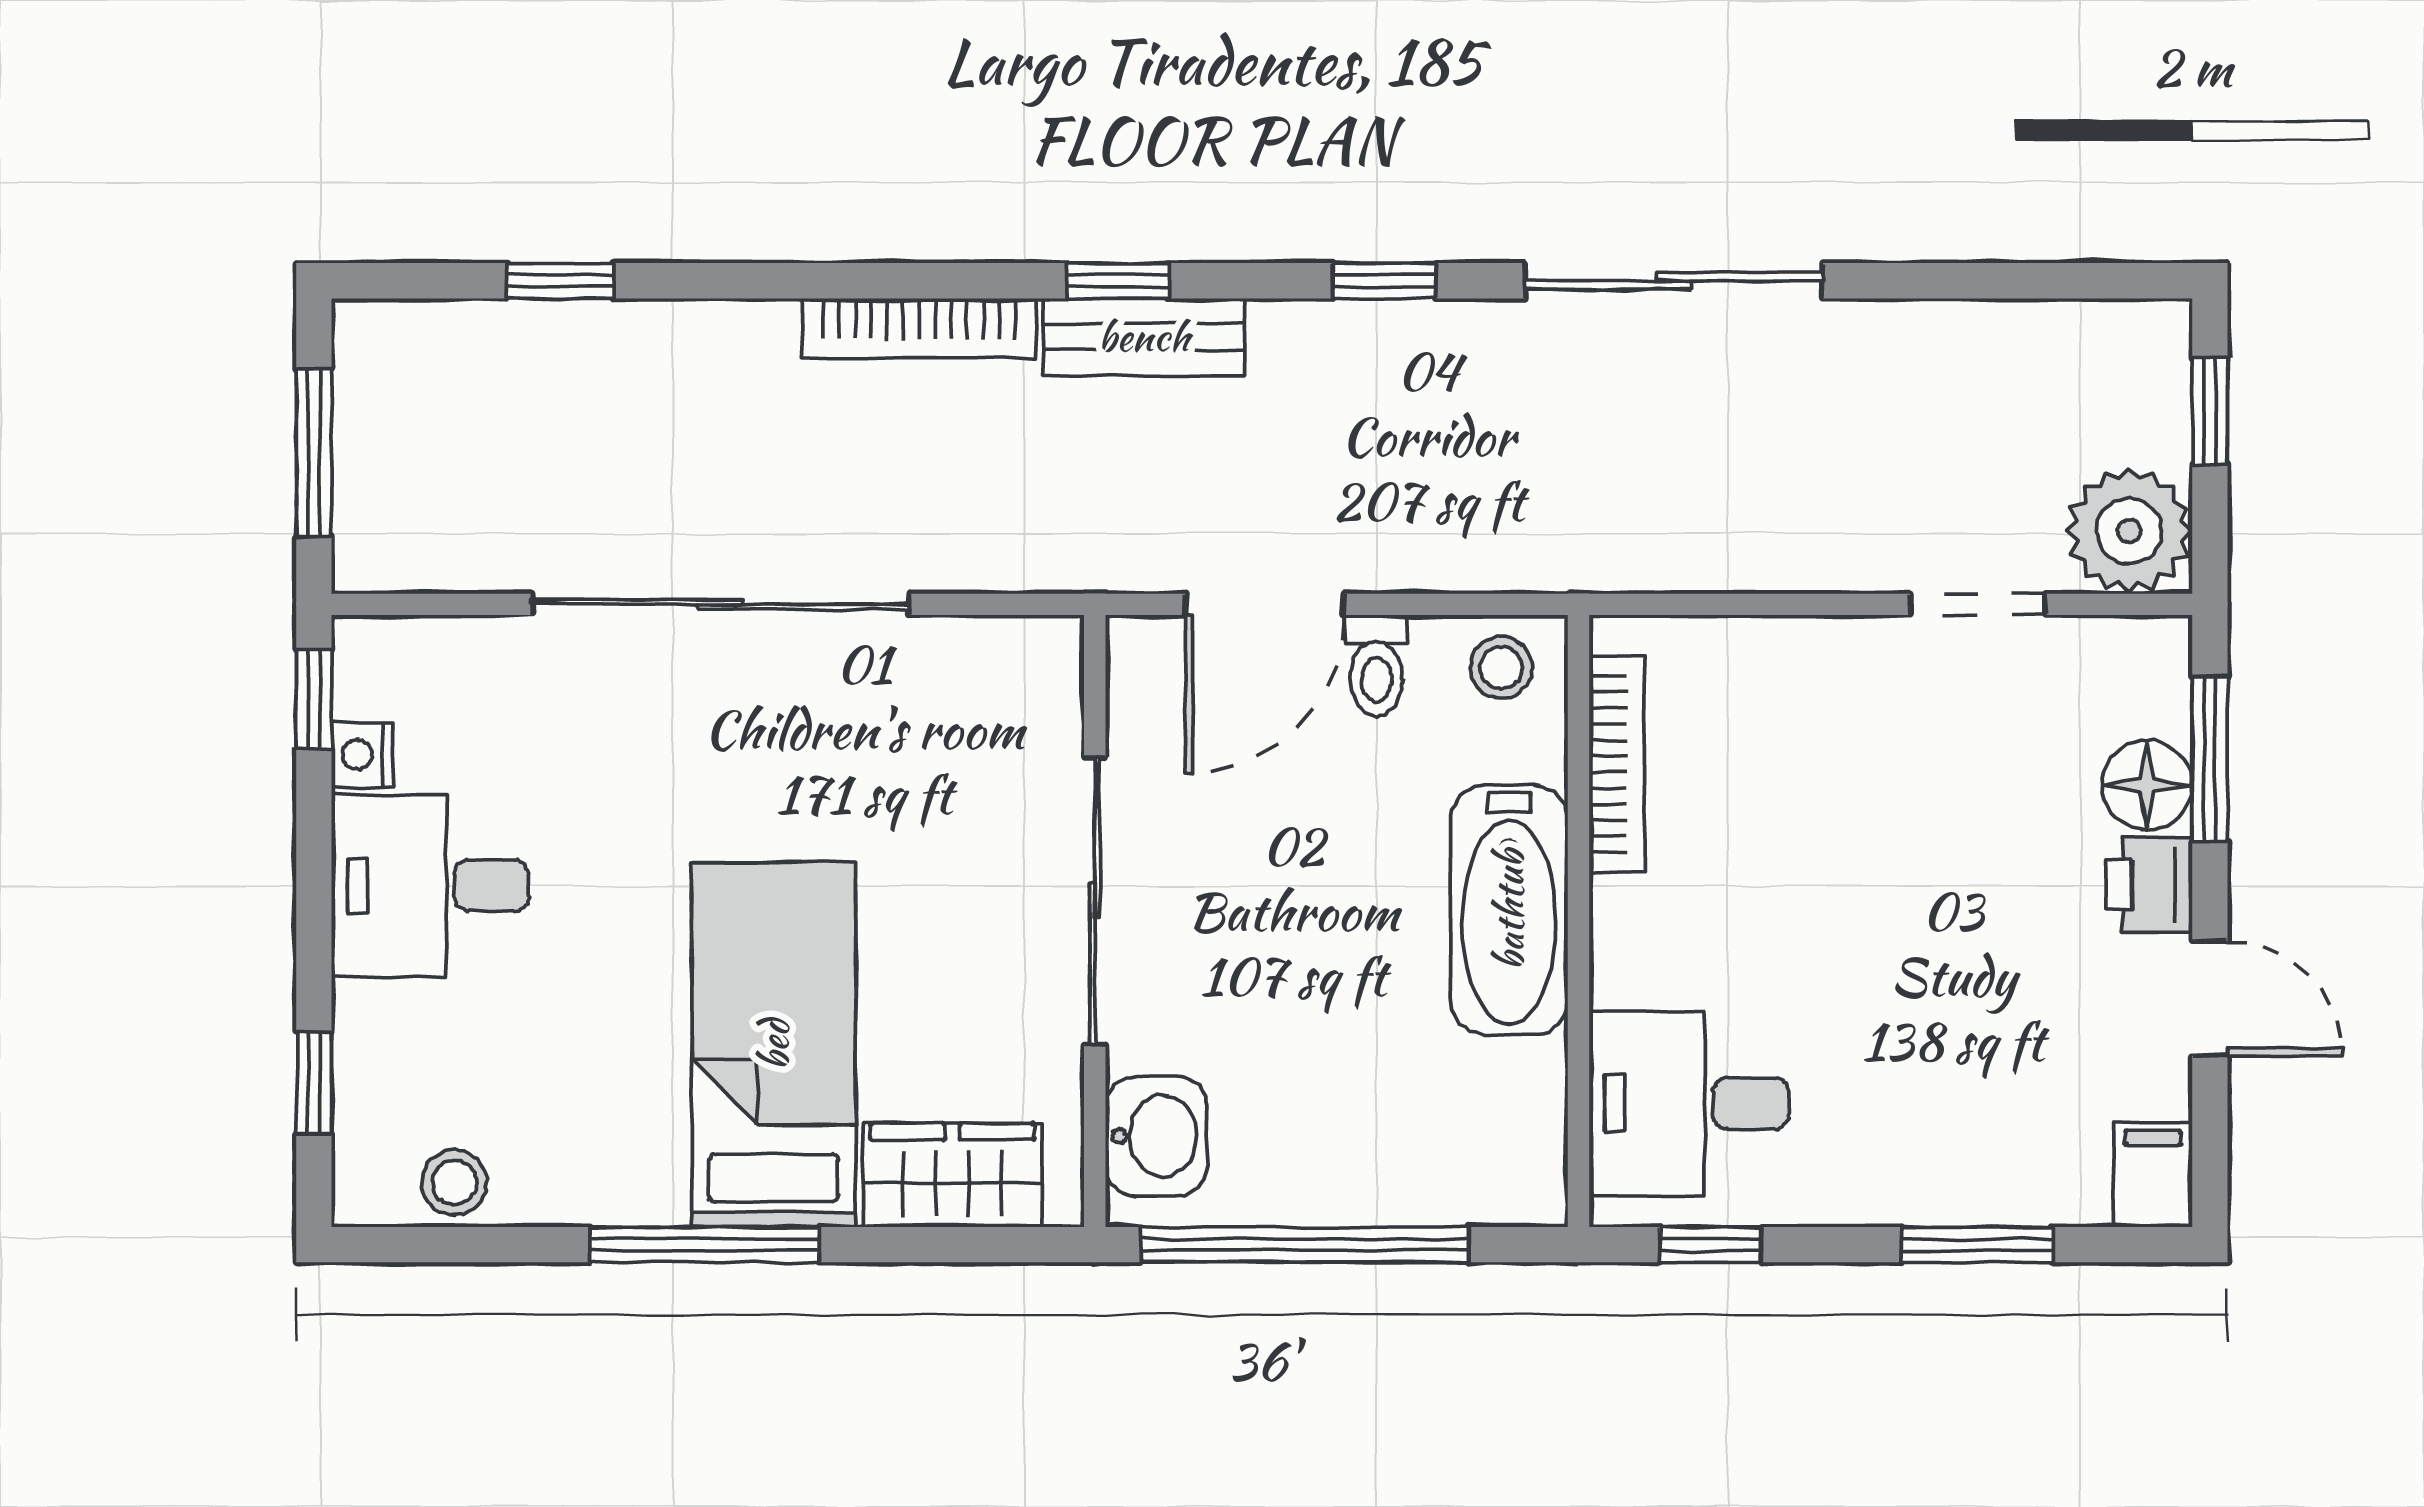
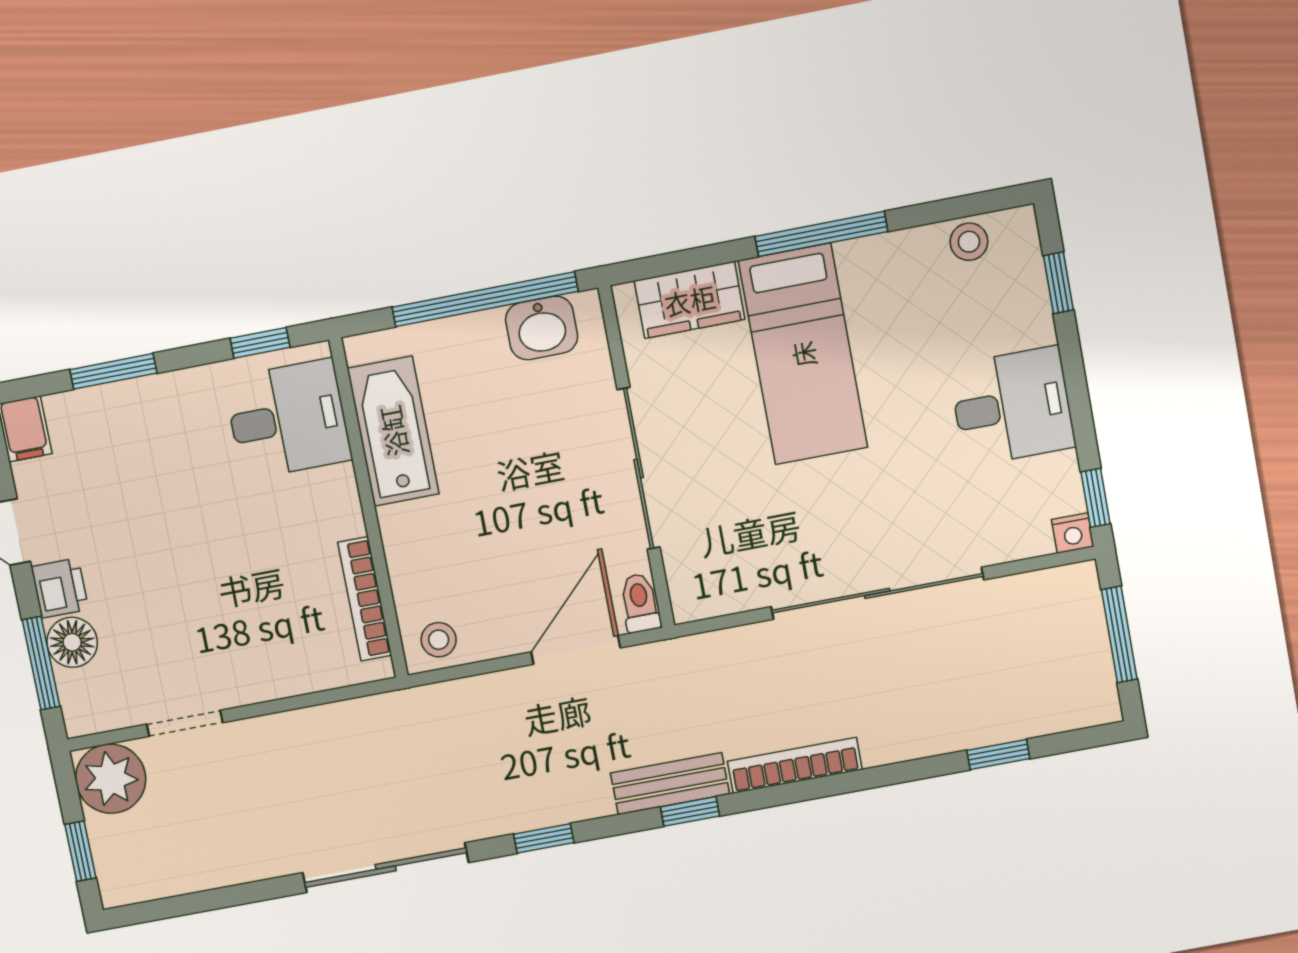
toilet: (1377, 666) -> (640, 603), moved
nightstand: (362, 755) -> (1073, 533), moved, turned 90
bathtub: (1509, 910) -> (393, 431), moved
washbasin: (1156, 1136) -> (542, 328), moved, turned -90

